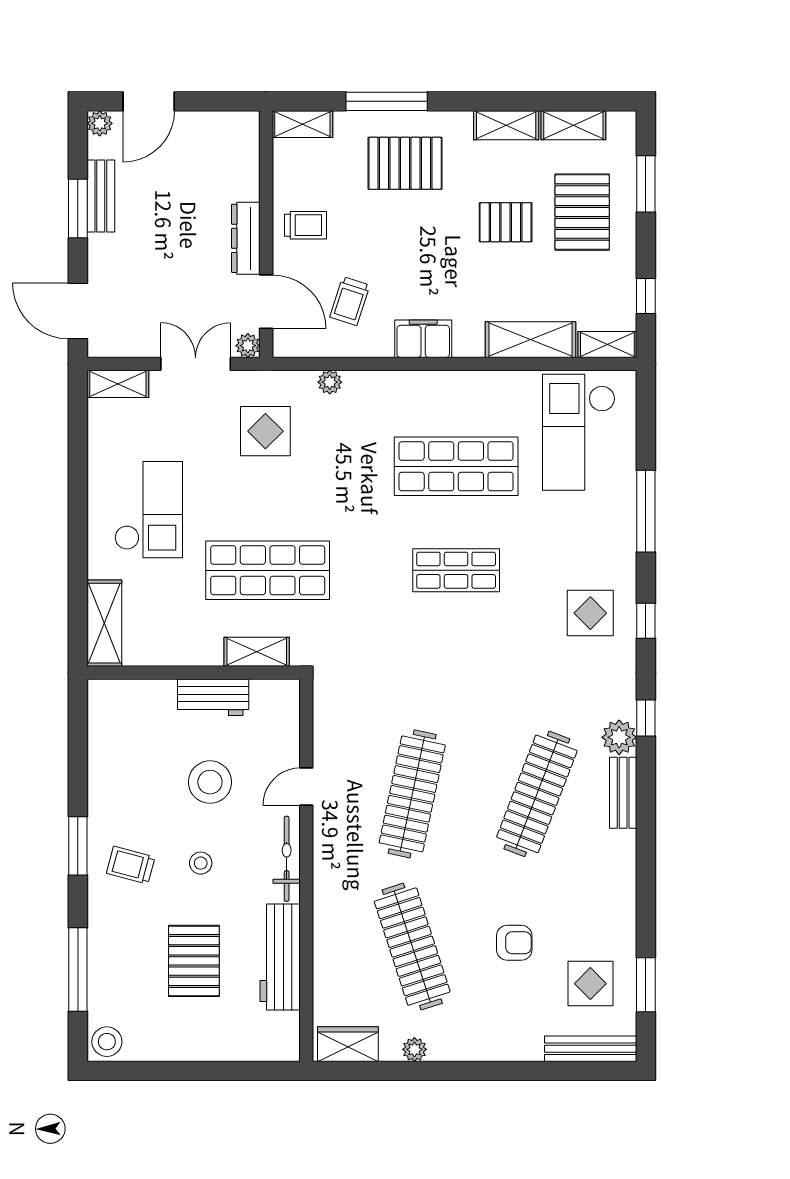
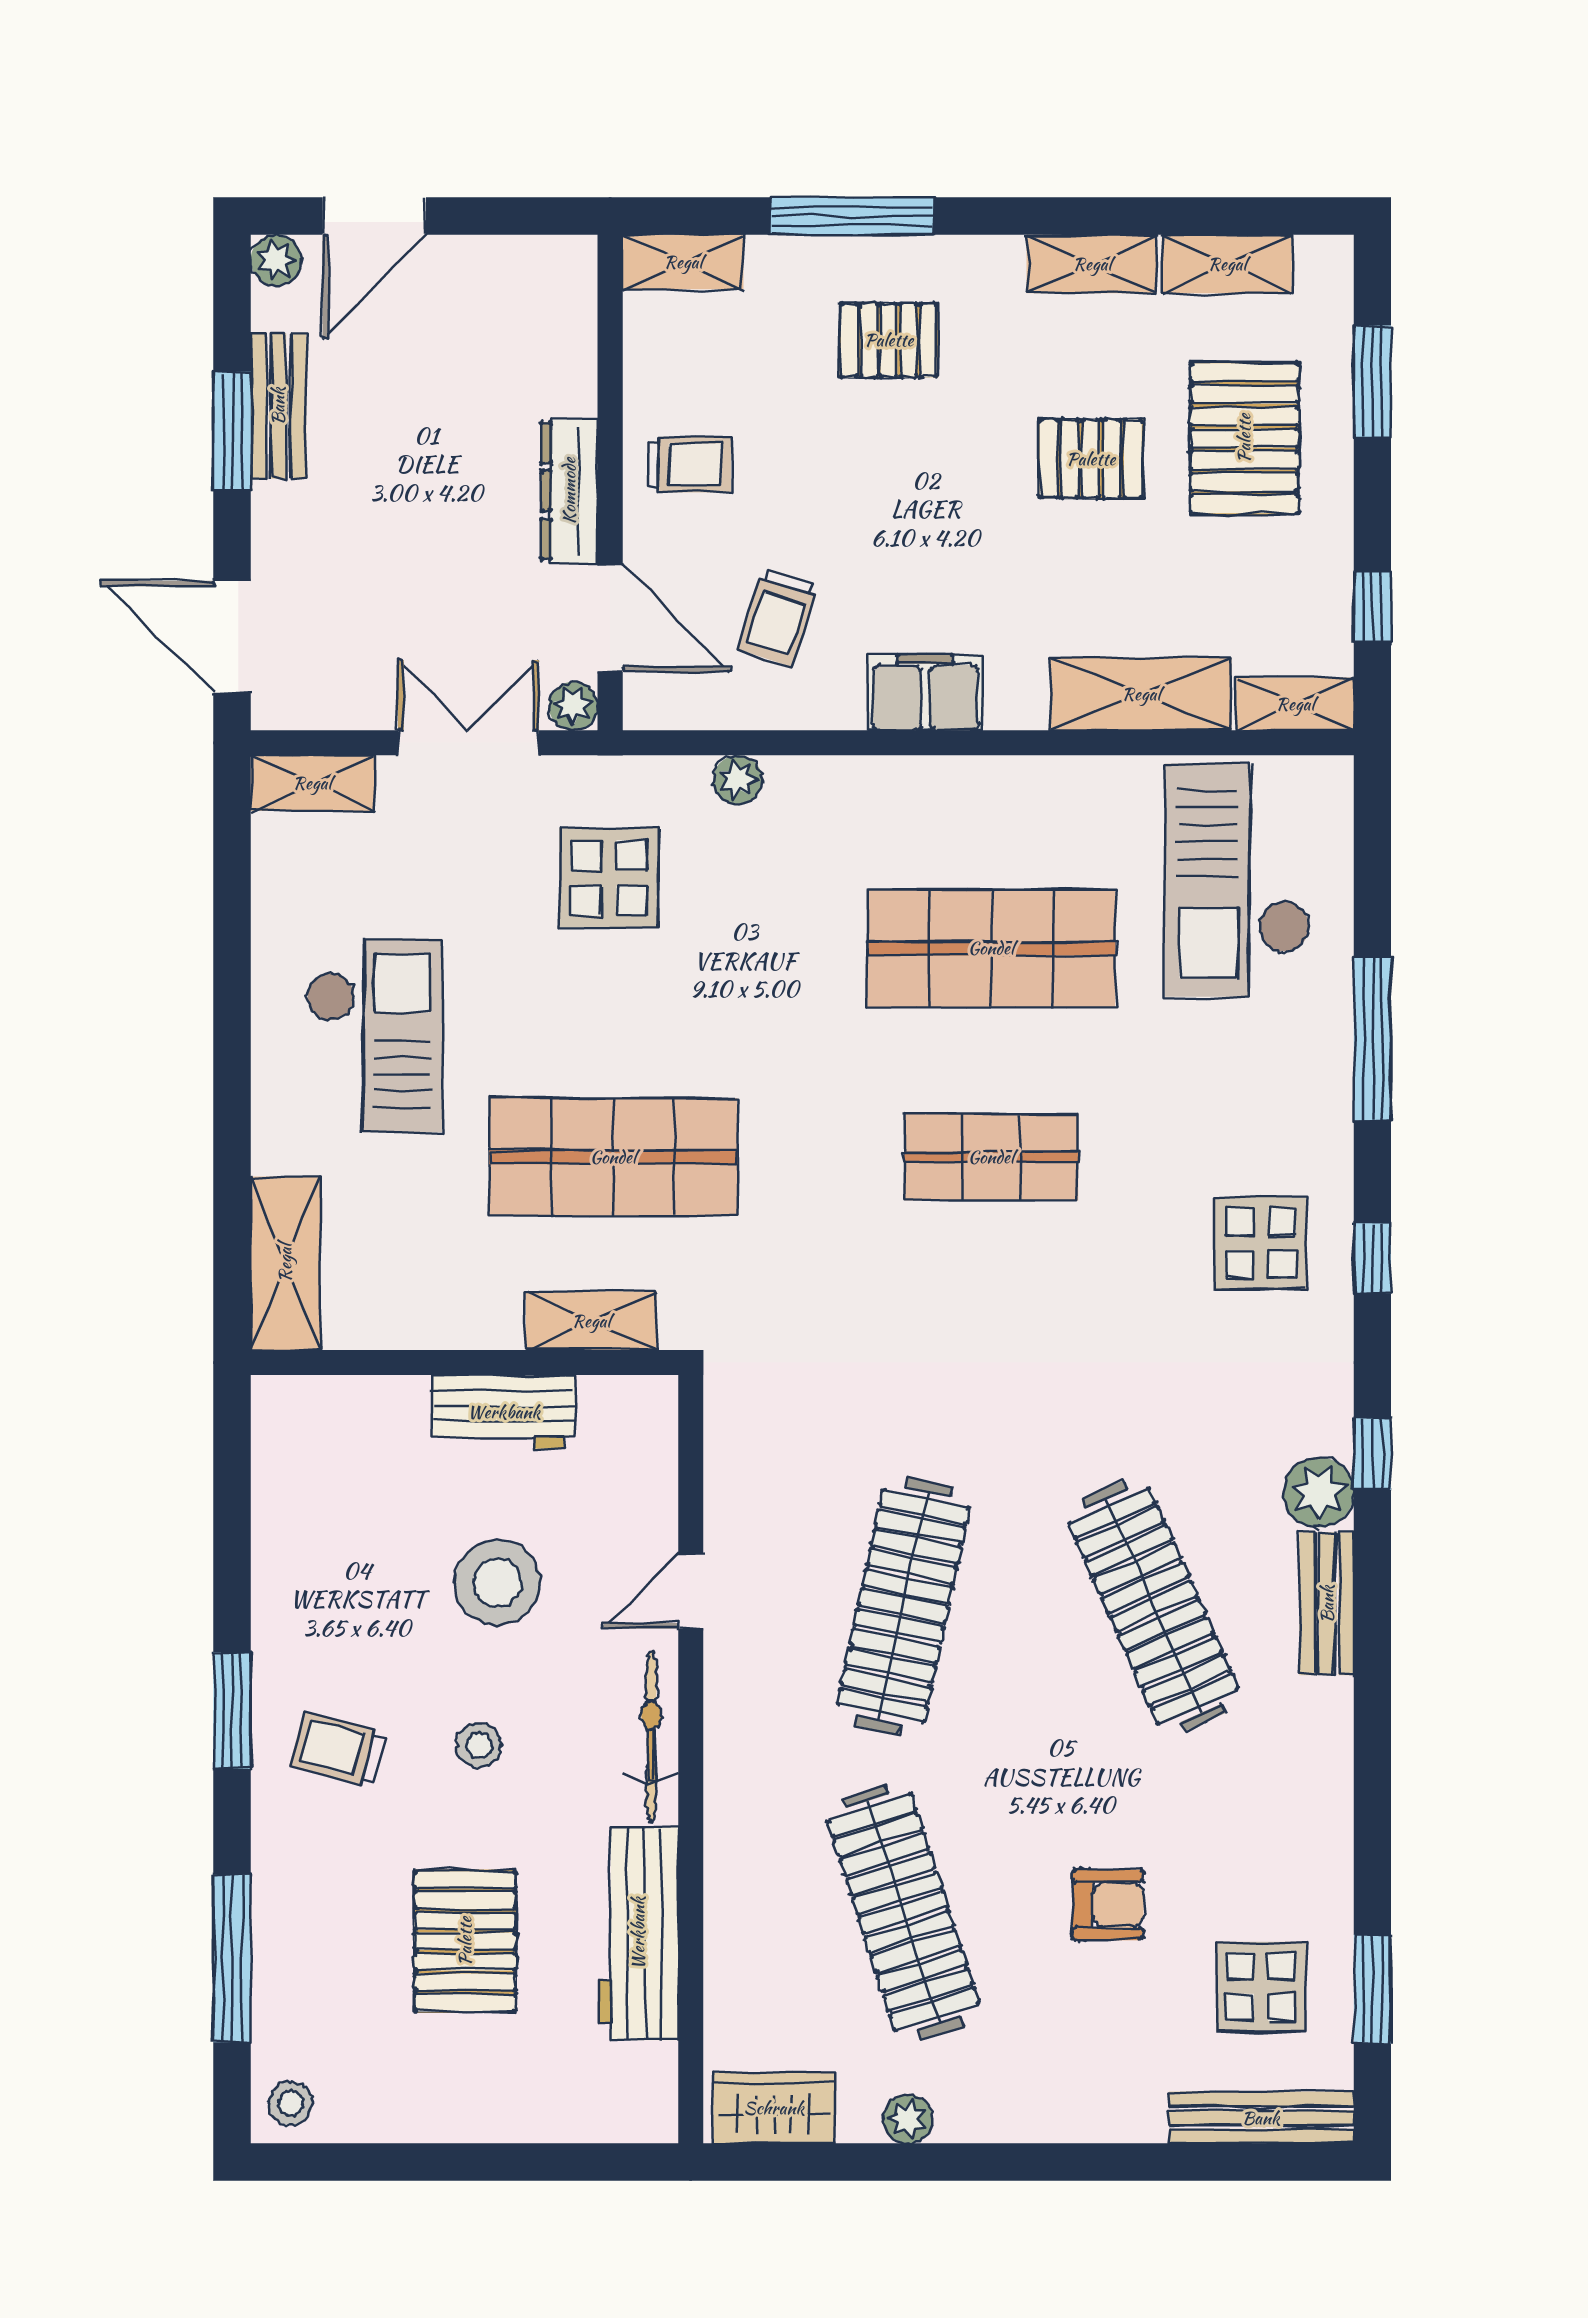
pallet: (405, 163) -> (889, 340), width x0.67, depth x0.71
clothes rail: (537, 794) -> (1154, 1606), turned -45
stool: (107, 1042) -> (290, 2103), width x0.73, depth x0.73

